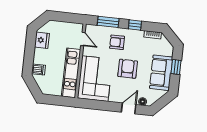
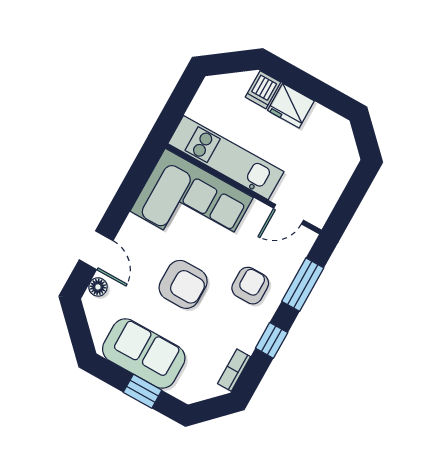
fridge: (42, 40) -> (291, 106), moved

